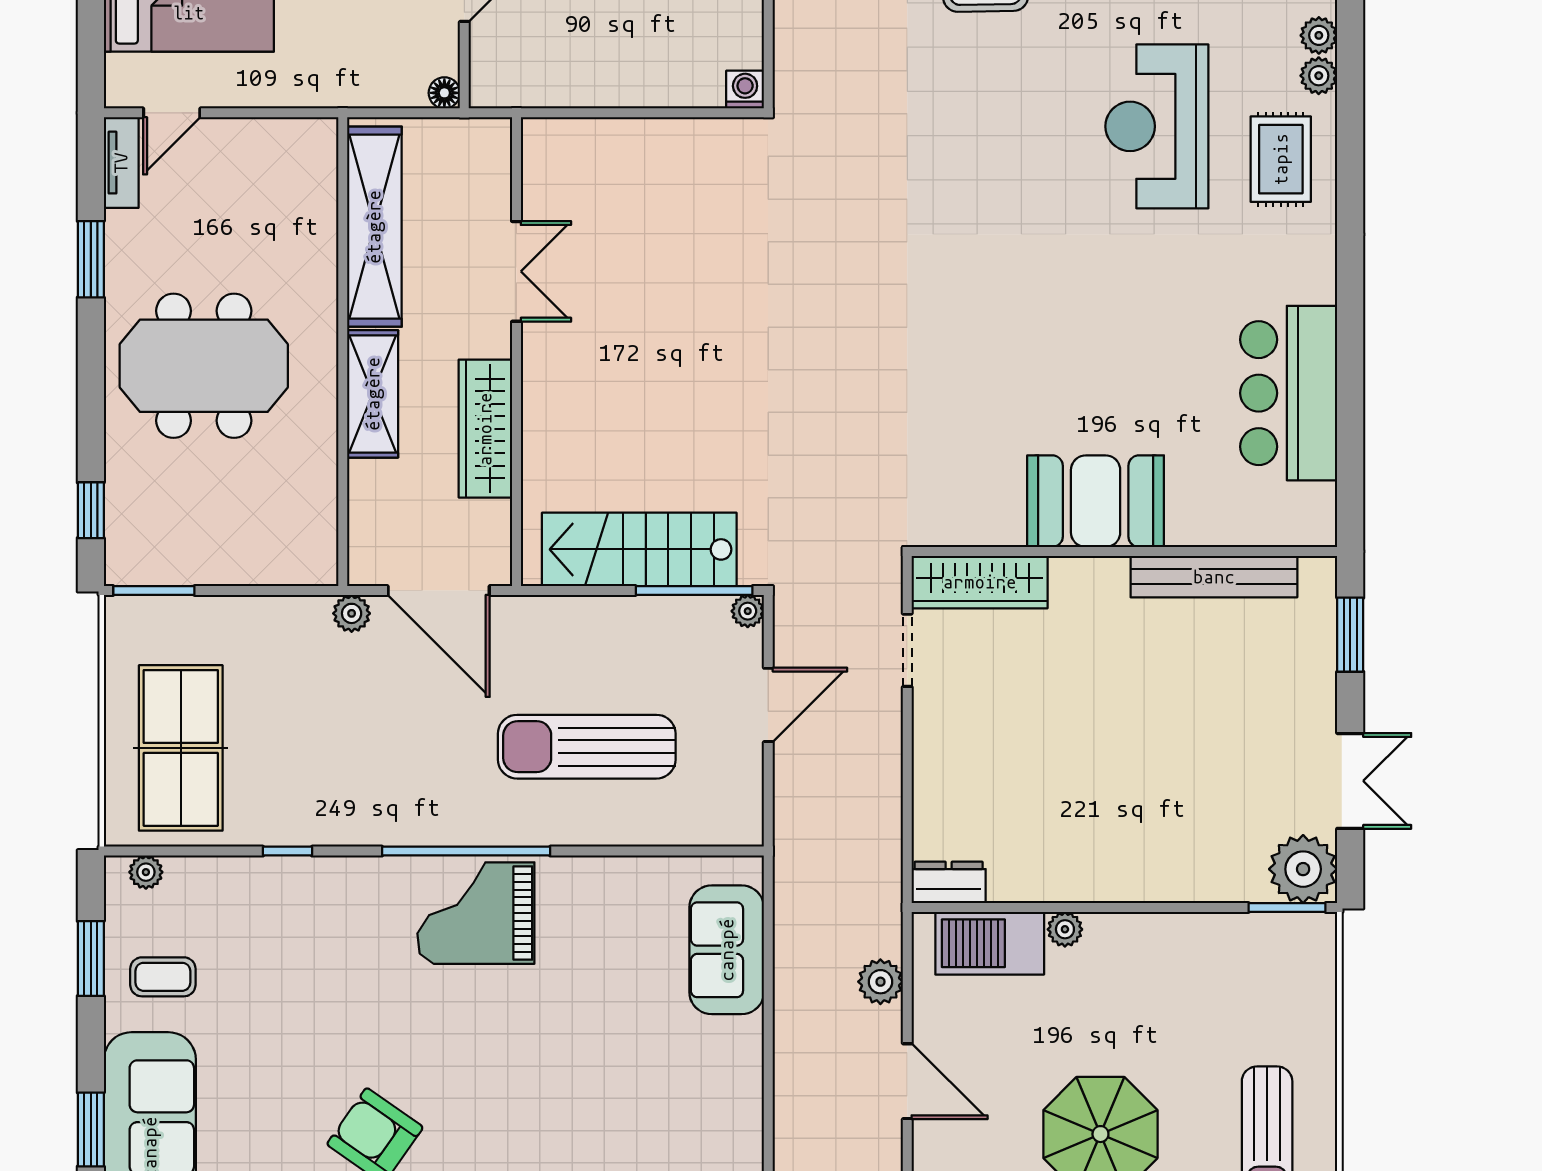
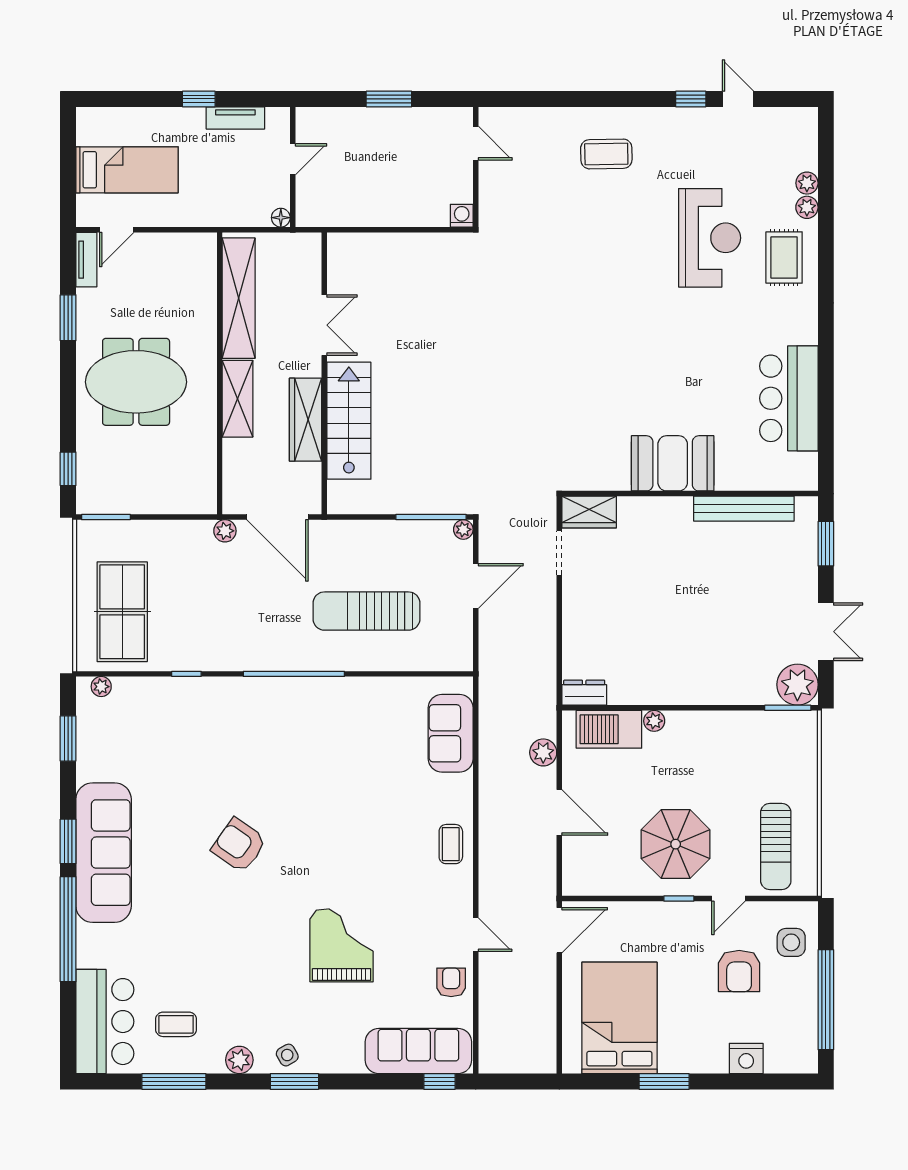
reception desk: (1157, 126) -> (710, 238), turned 180
stairs: (639, 549) -> (349, 421), moved, turned 90
wardrobe: (980, 582) -> (589, 512), width x0.67
grand piano: (476, 913) -> (300, 711), removed
coffee table: (163, 977) -> (451, 844), moved, turned 90

